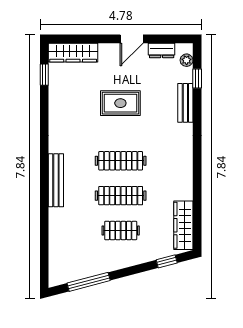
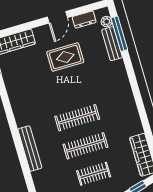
window: (197, 79) -> (119, 34), width x2.17
rug: (120, 103) -> (65, 57), moved
bench: (185, 103) -> (112, 44), moved

